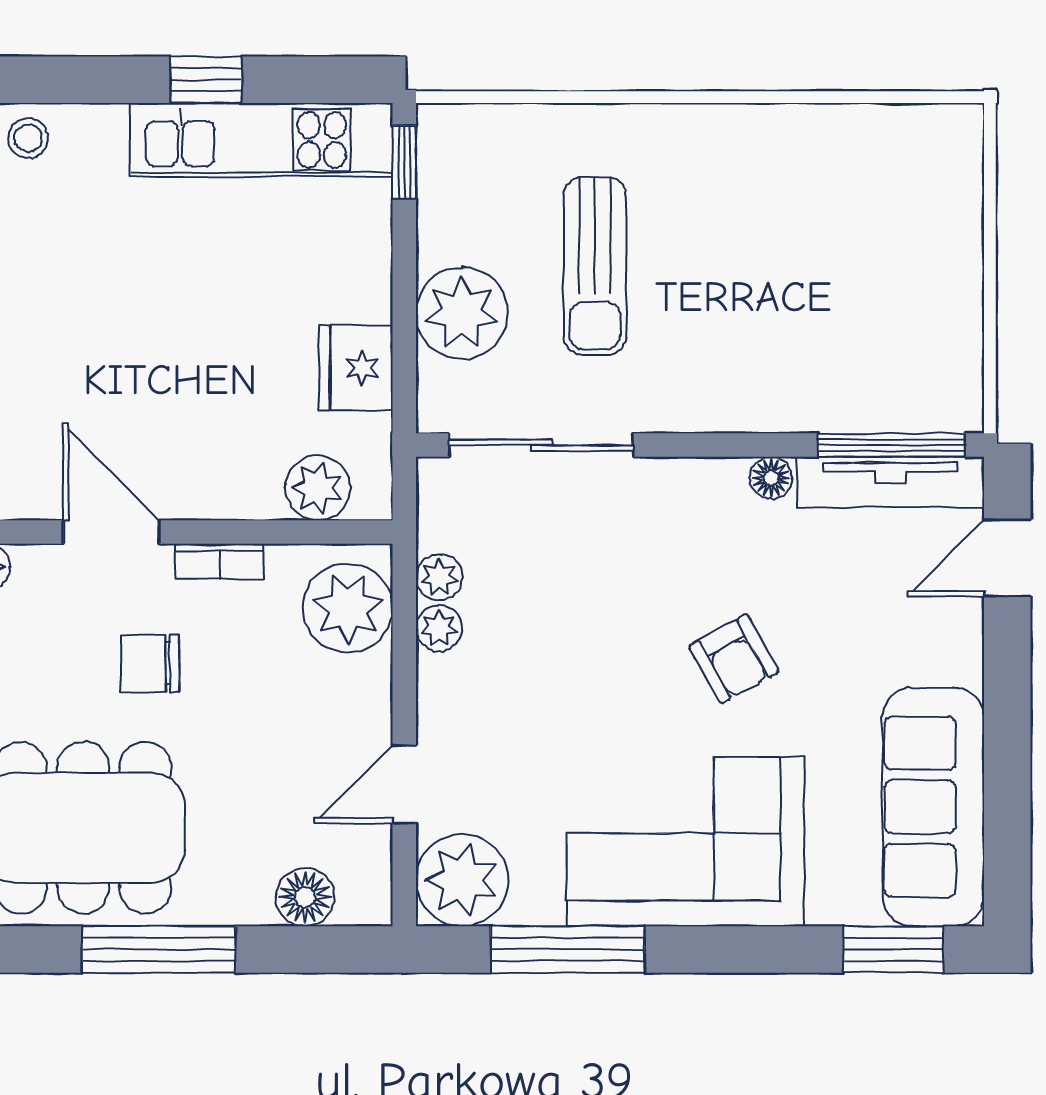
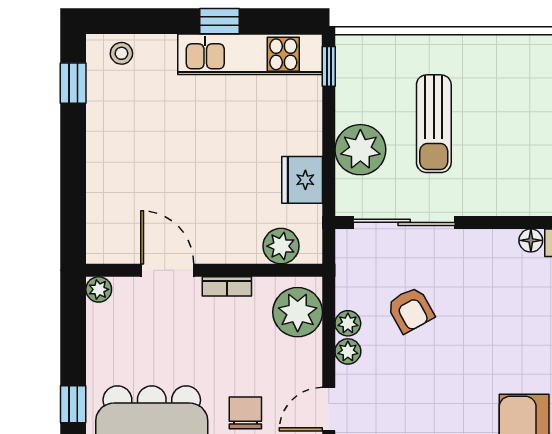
plant: (439, 577) -> (348, 351), moved
armchair: (734, 659) -> (411, 310), moved
chair: (150, 664) -> (245, 413), moved, turned 90

